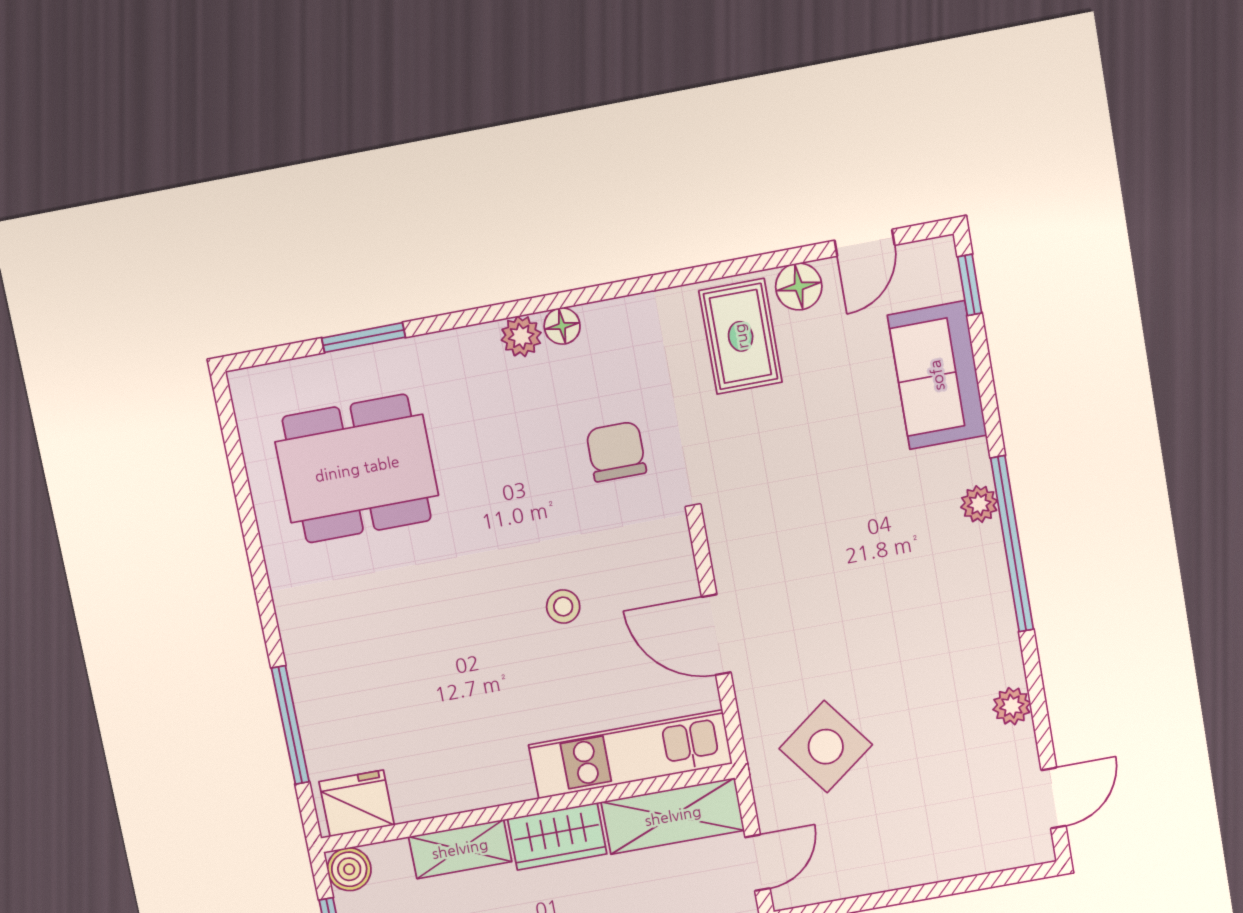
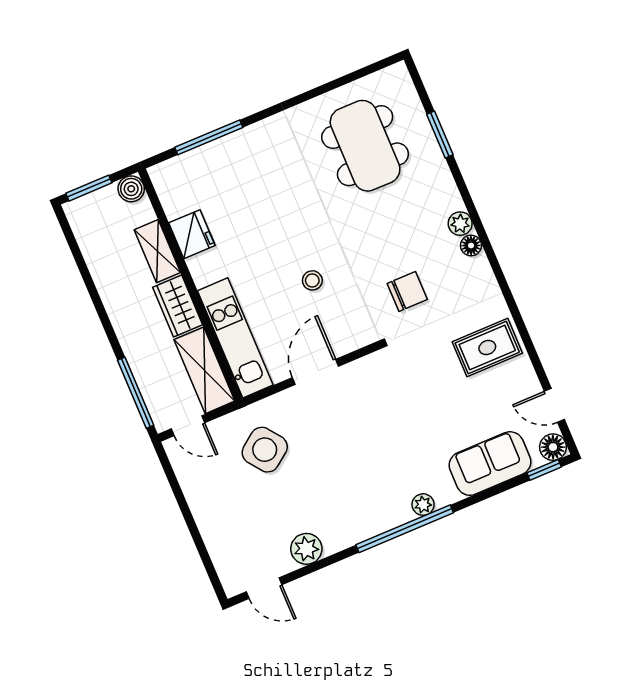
floor lamp: (799, 287) -> (553, 447), moved
plant: (1012, 706) -> (306, 549), width x1.38, depth x1.38
fridge: (357, 803) -> (192, 234), moved

